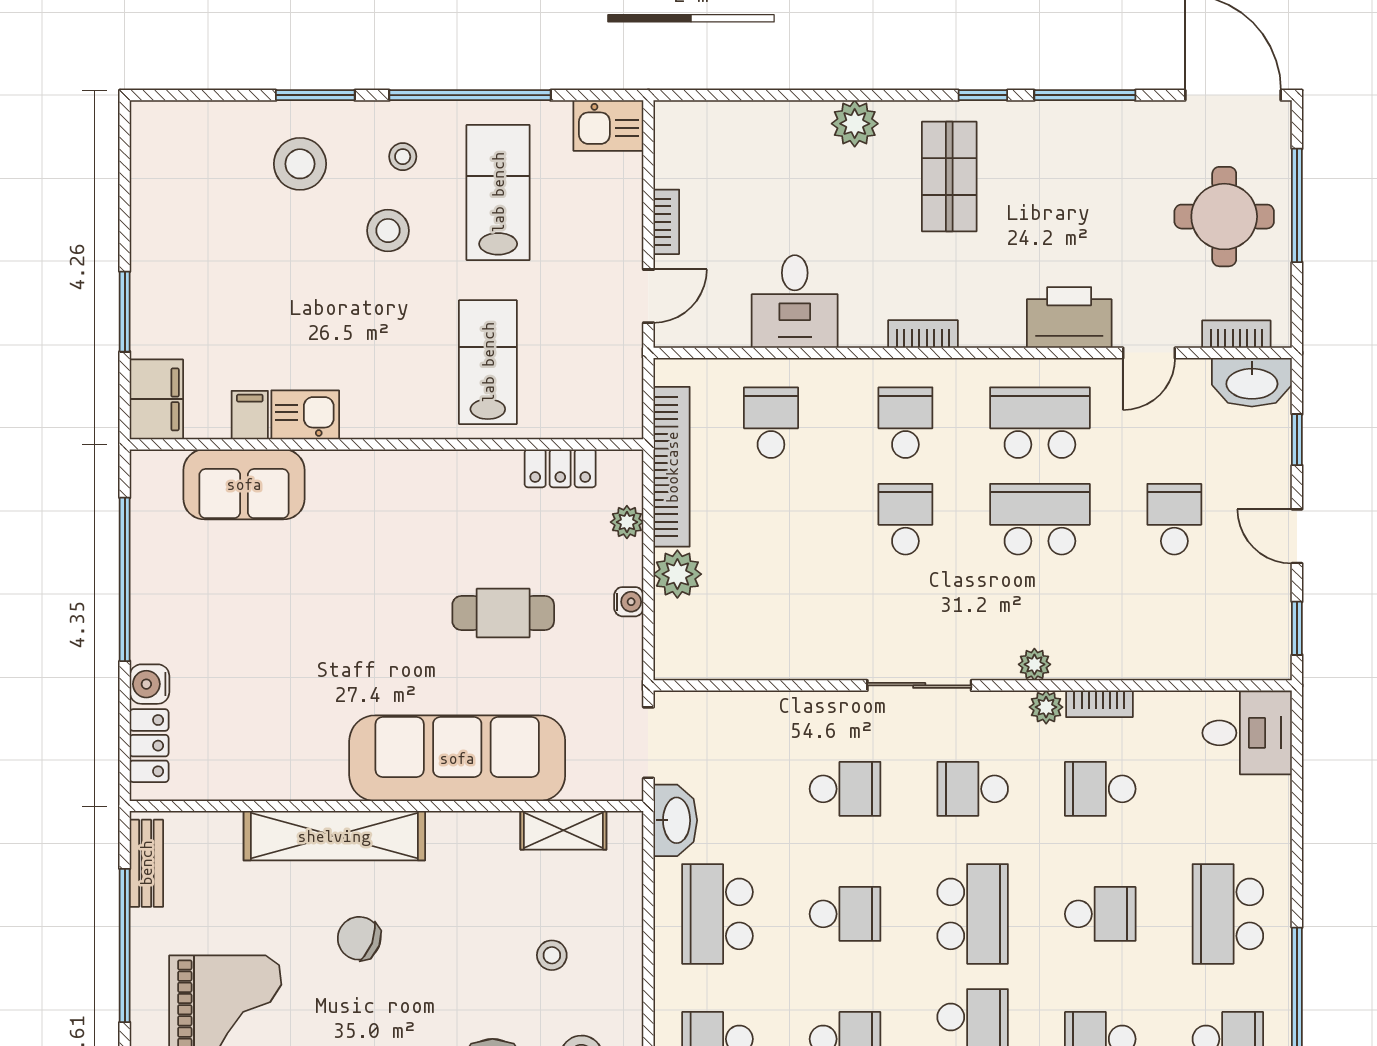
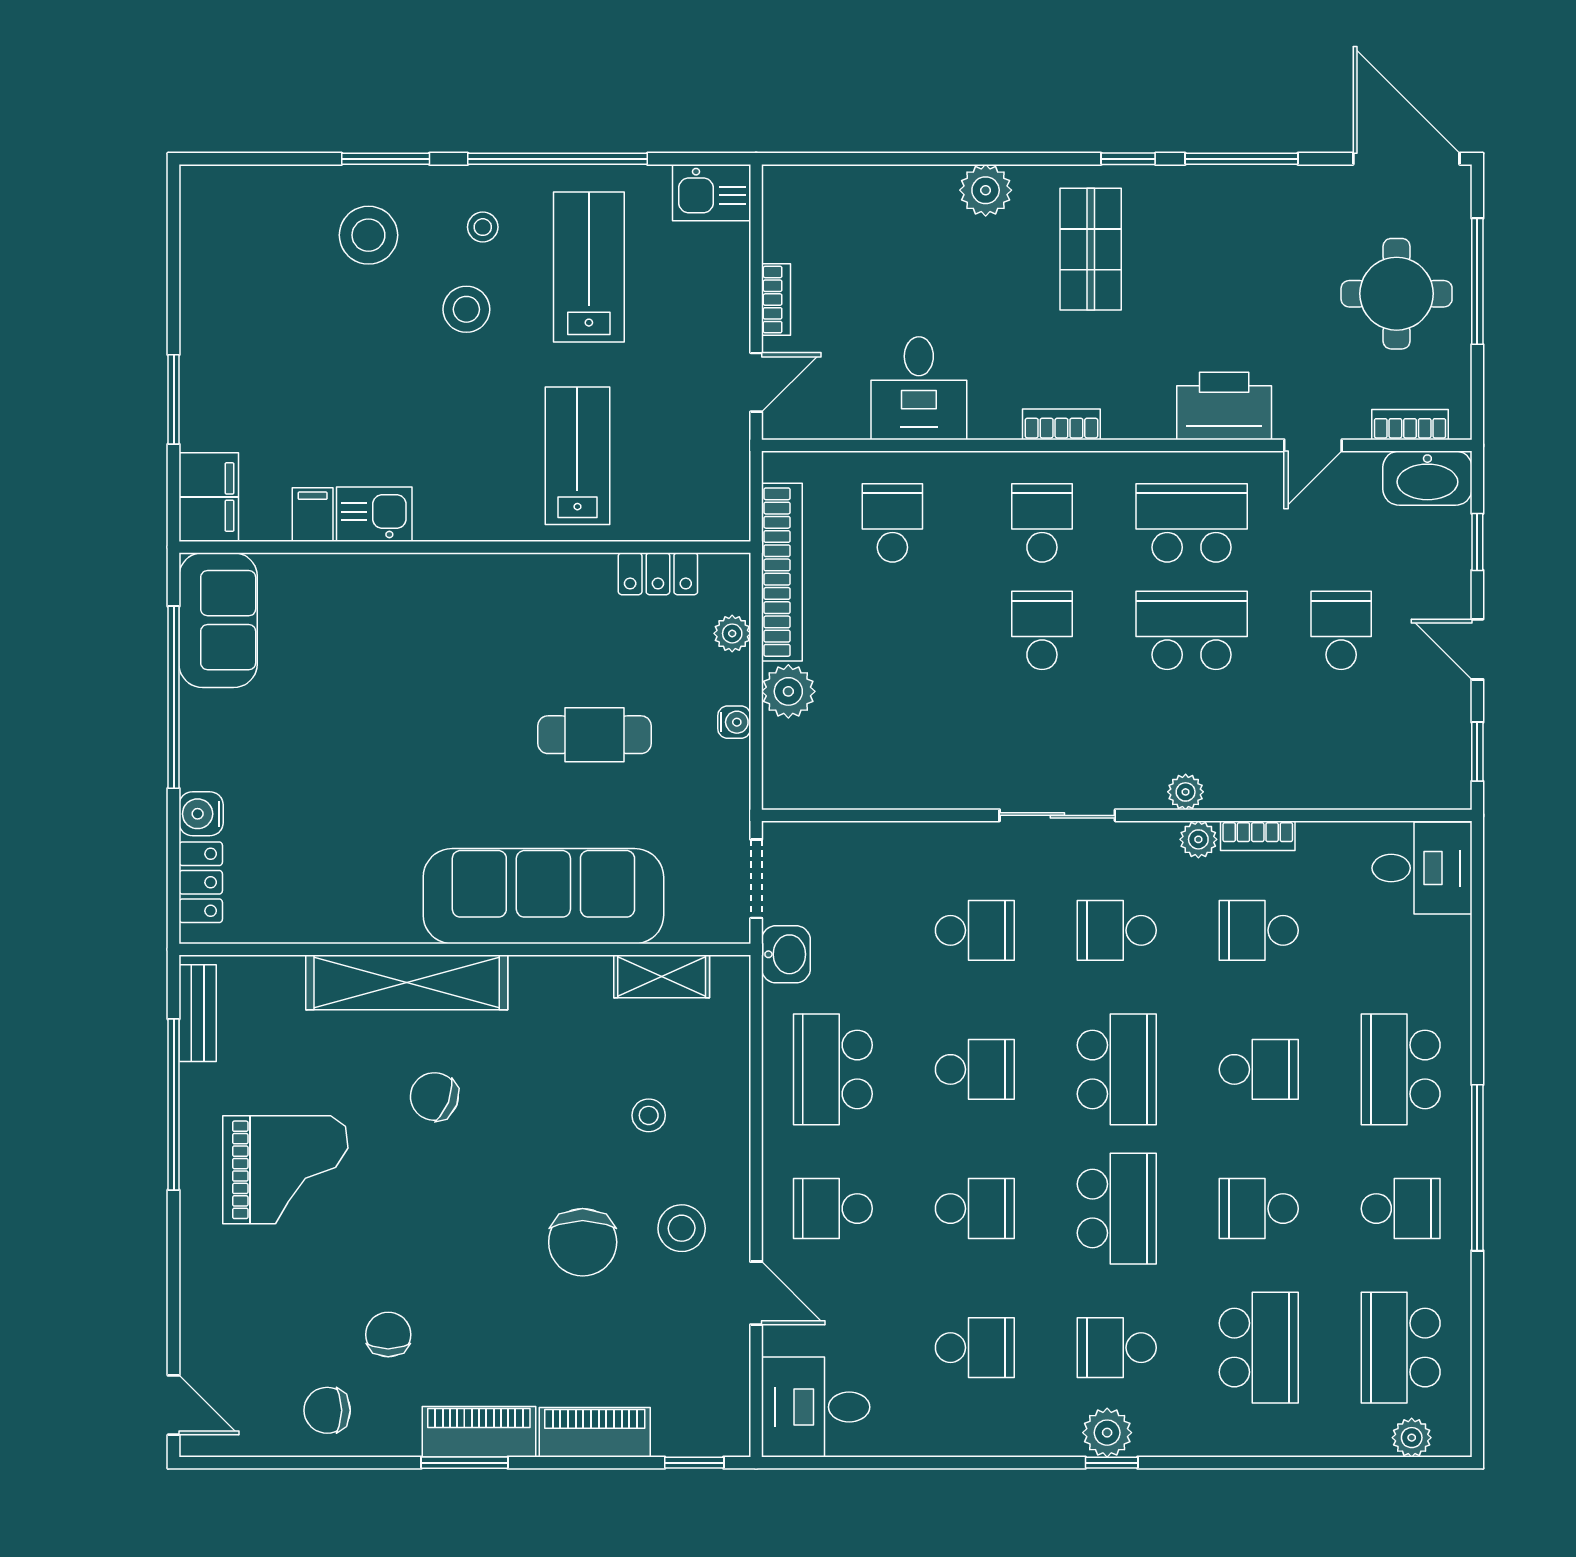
sofa: (244, 484) -> (218, 620), moved, turned -90
washbasin: (675, 820) -> (786, 954), width x0.72

